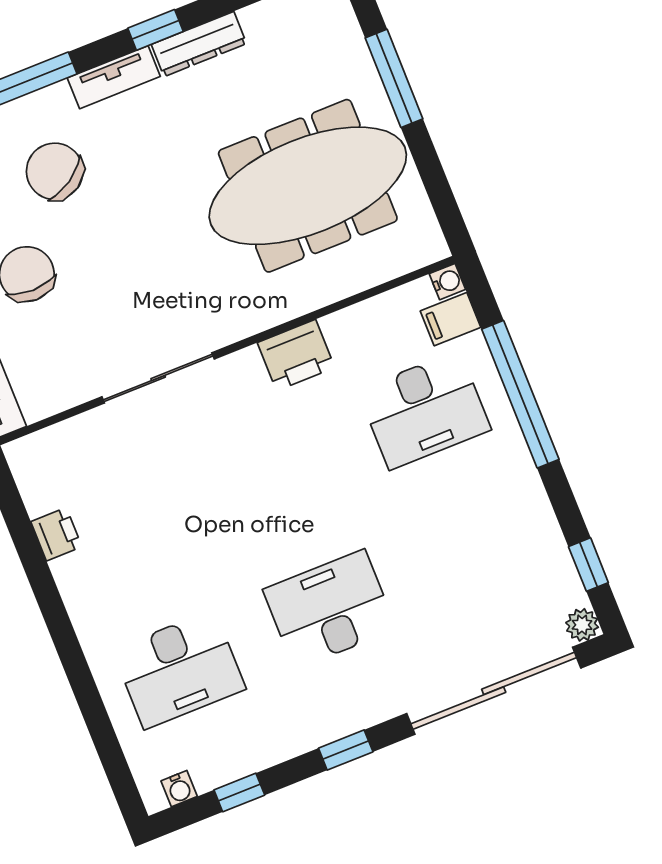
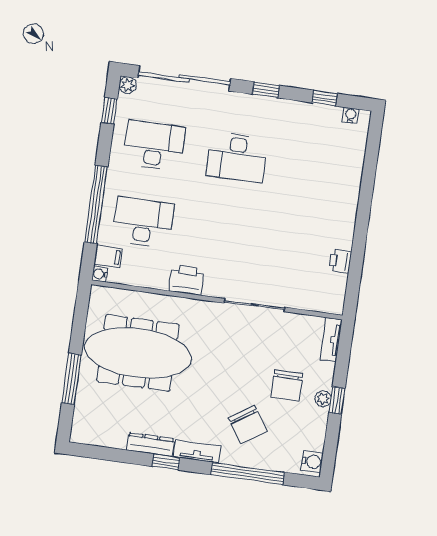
desk: (179, 669) -> (154, 145), moved

